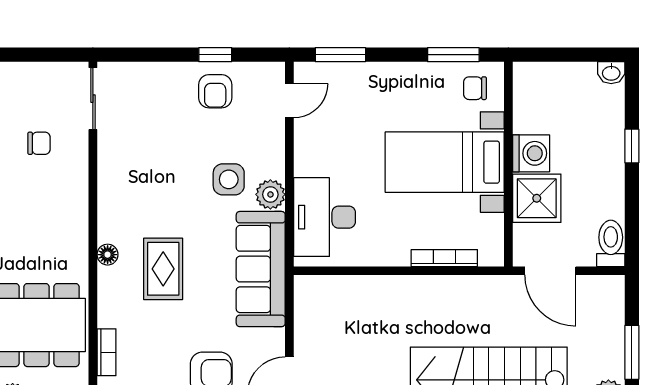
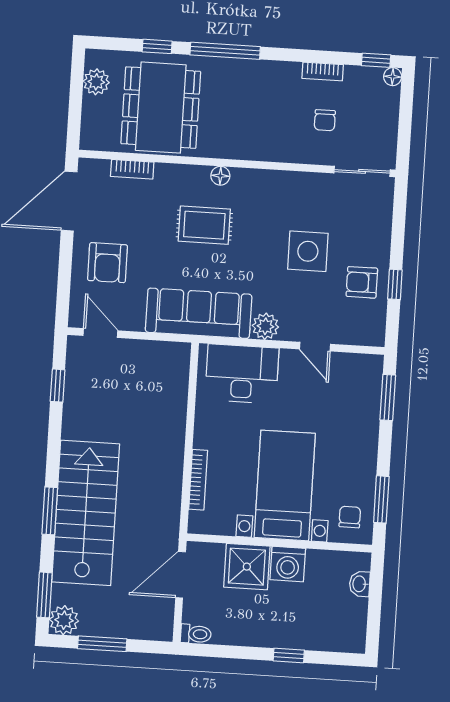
washbasin: (611, 73) -> (360, 584), moved
door: (289, 101) -> (315, 347), moved
side table: (229, 179) -> (308, 251), moved, width x1.37, depth x1.37
toilet: (611, 243) -> (196, 634), width x0.73, depth x0.72

